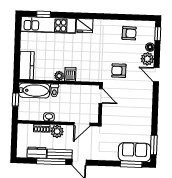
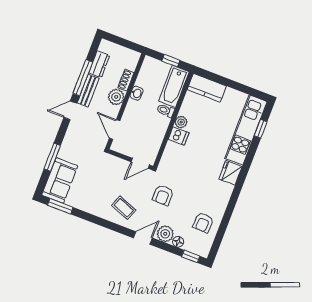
armchair: (119, 71) -> (163, 195), turned 180
coffee table: (139, 97) -> (124, 208), added
window: (131, 164) -> (52, 157), moved

